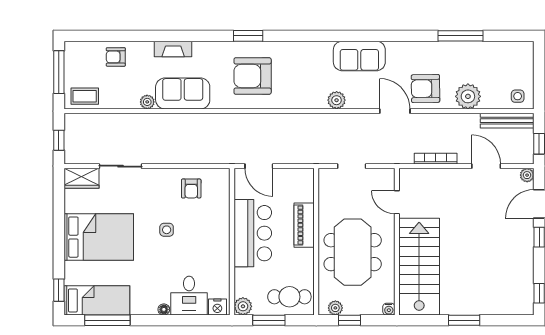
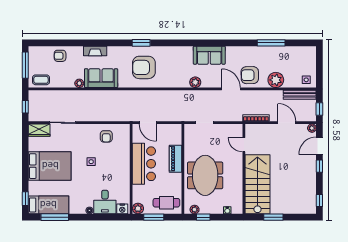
door: (397, 202) -> (244, 145), moved
wall: (397, 242) -> (244, 169), moved
stairs: (419, 267) -> (257, 184), moved

